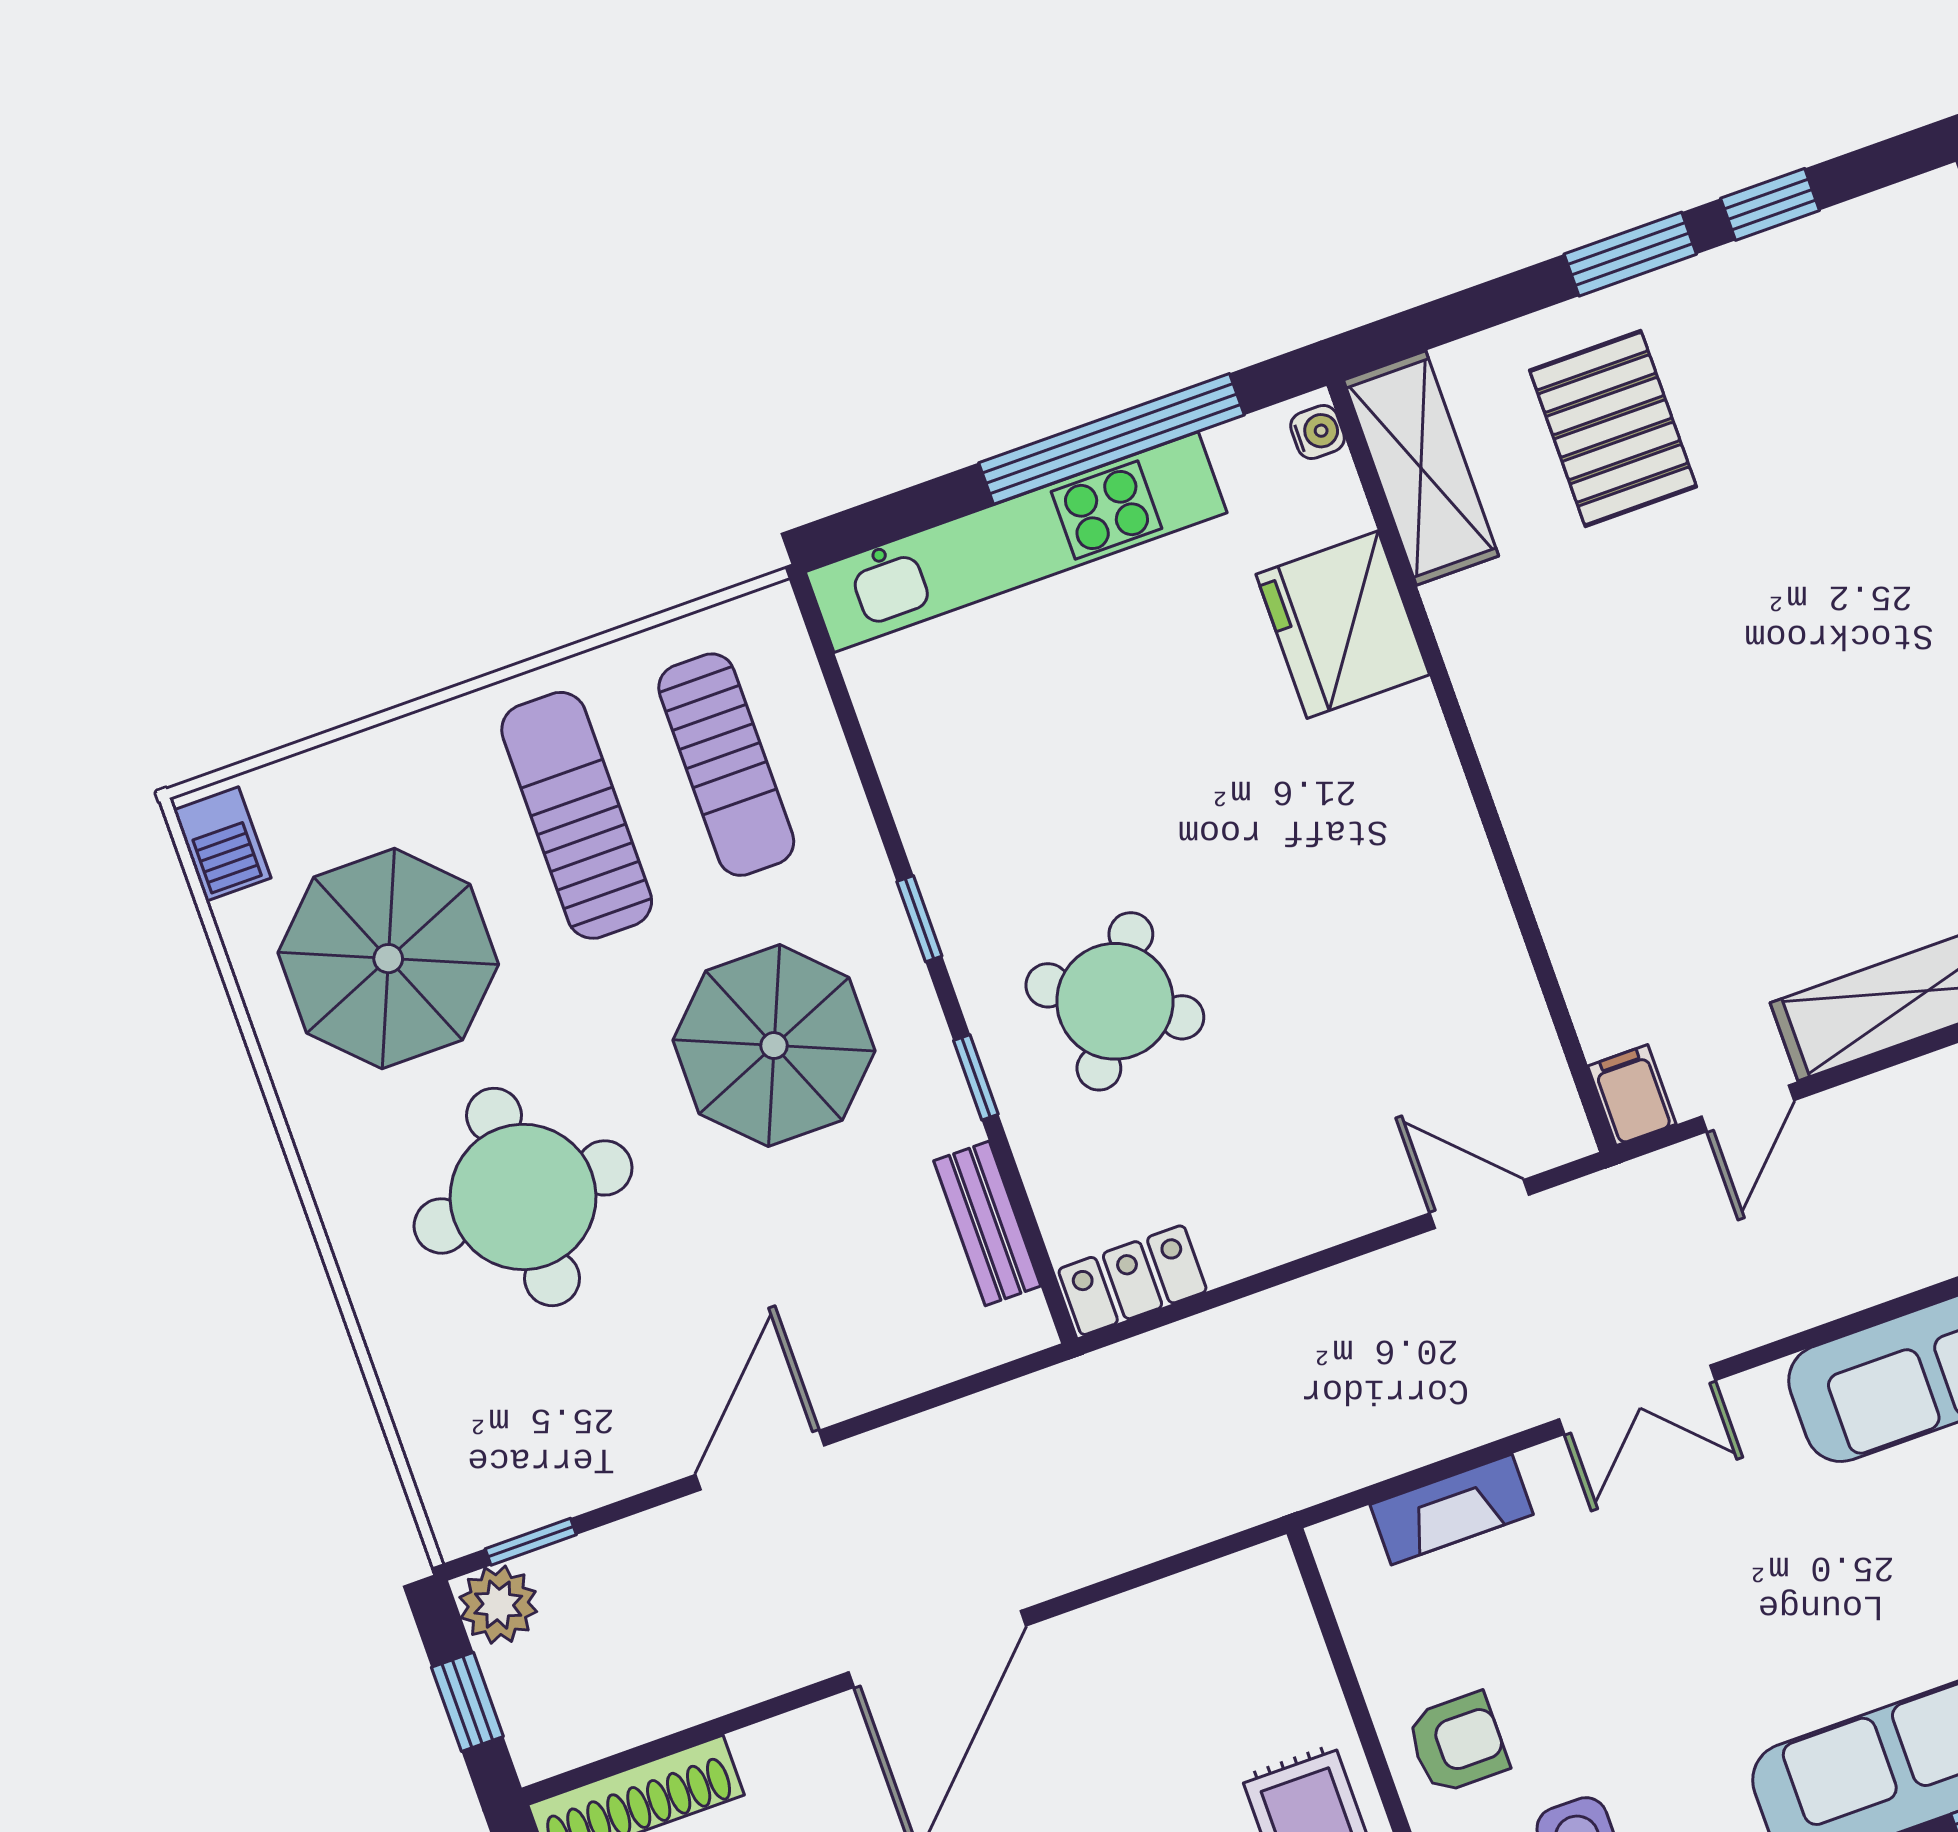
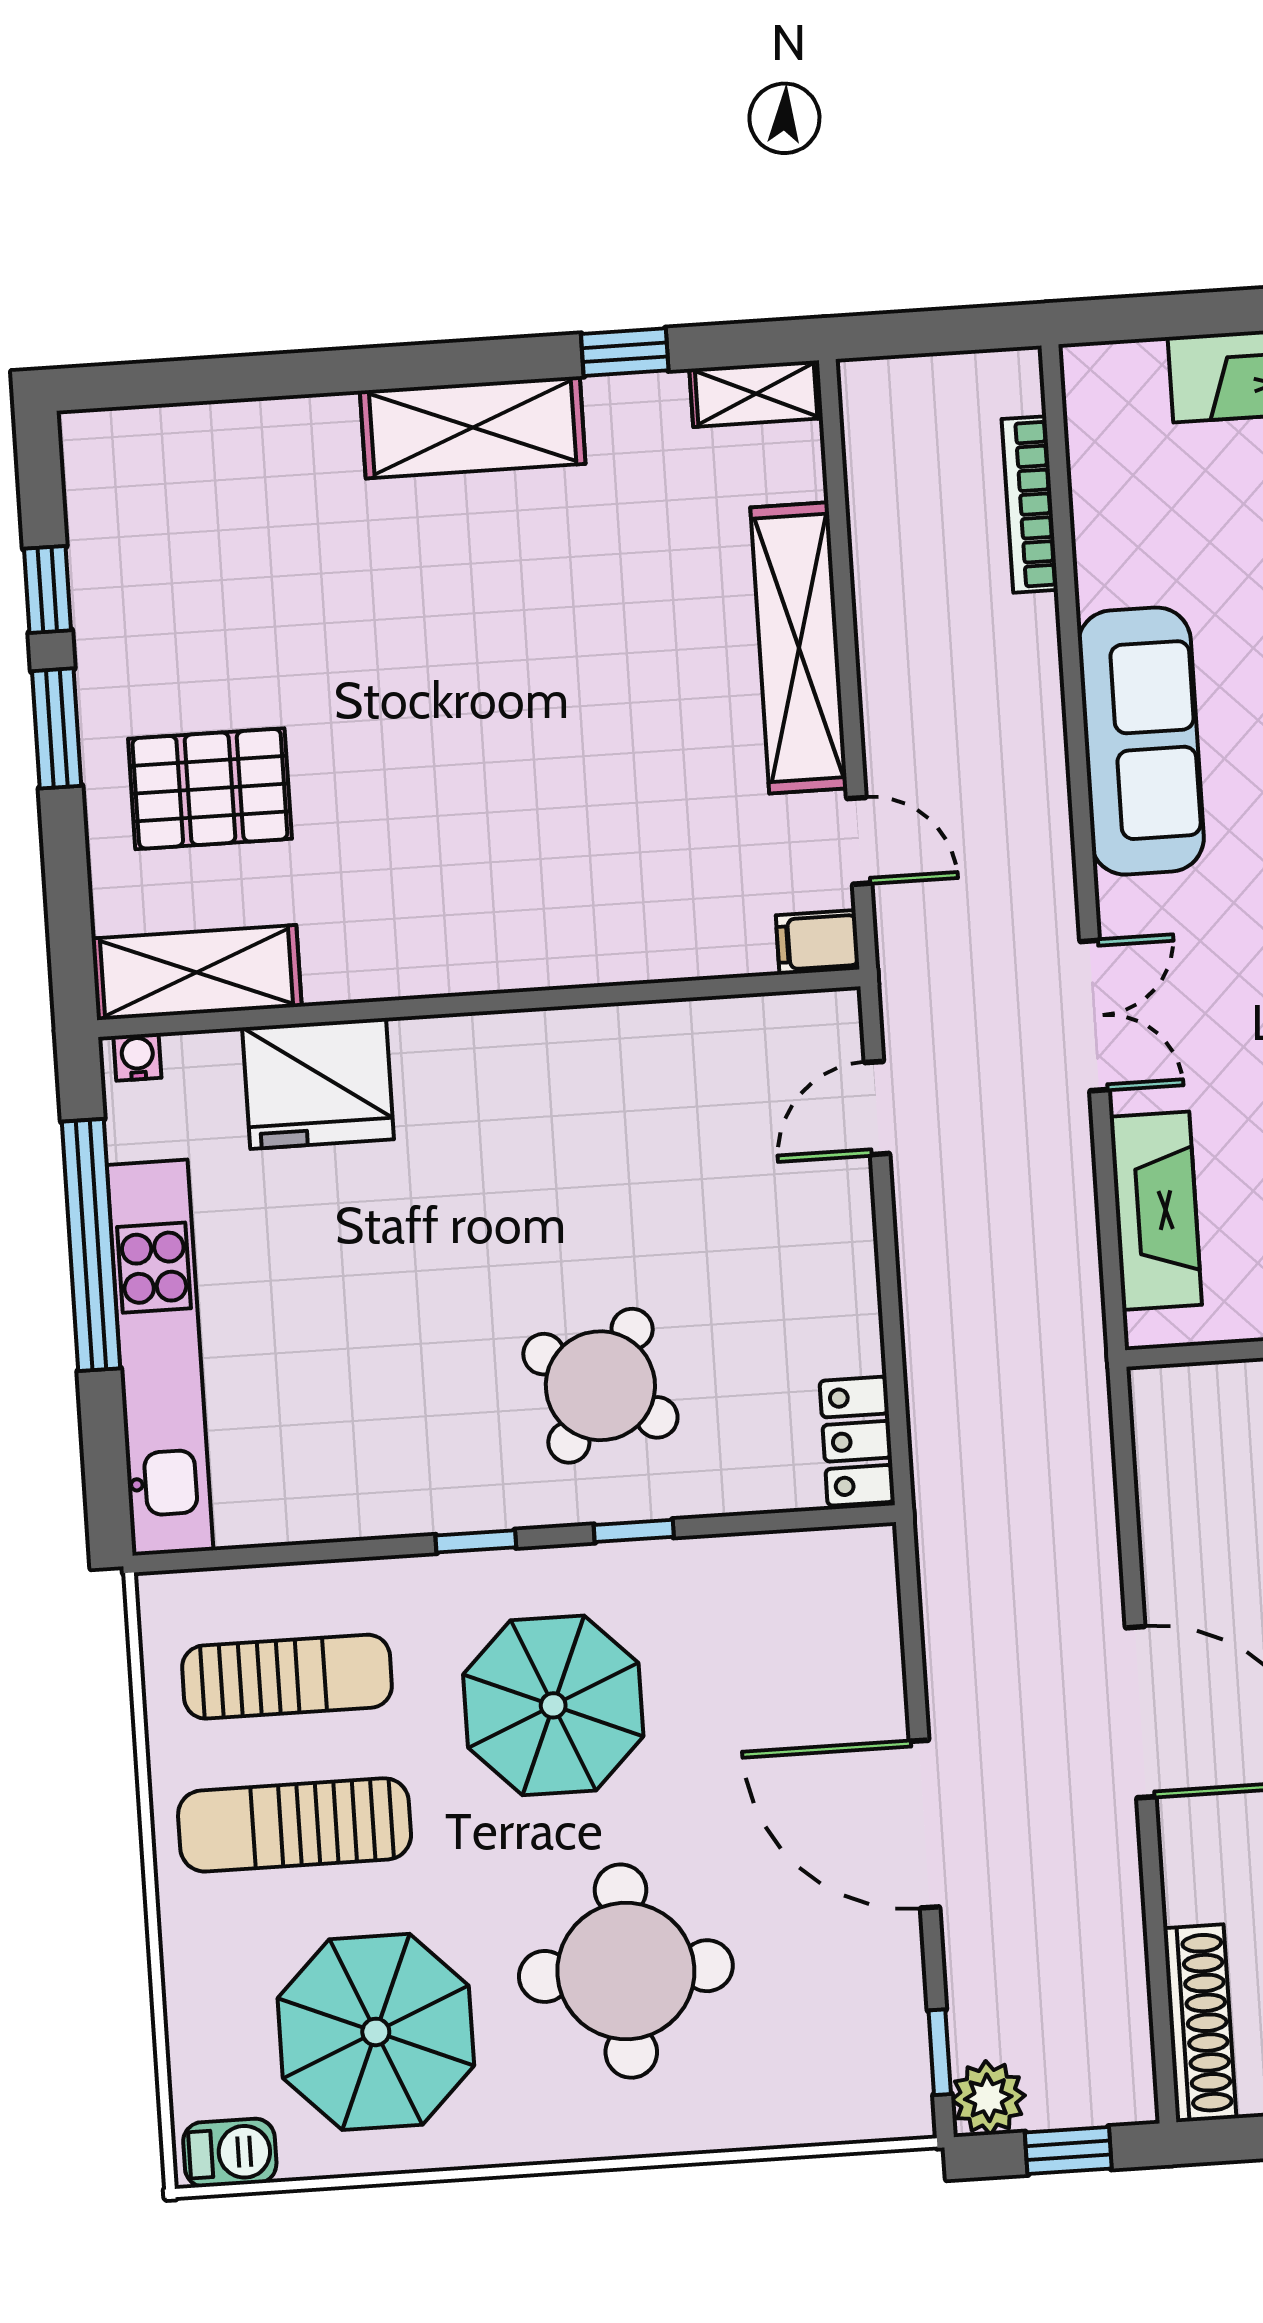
bench: (987, 1223) -> (769, 1558), removed
door: (760, 1460) -> (925, 1824), width x1.36
fireplace: (1452, 1509) -> (1156, 1211), width x1.37, depth x1.32

